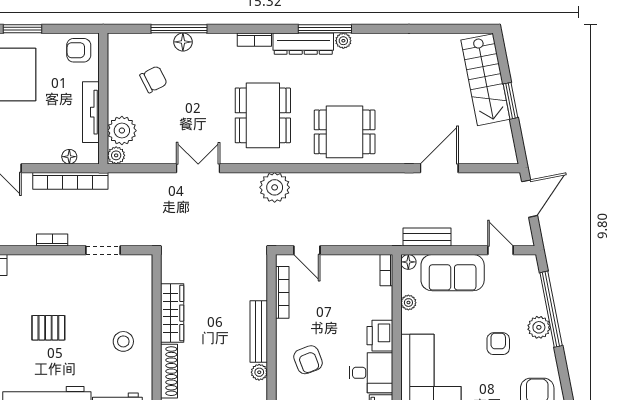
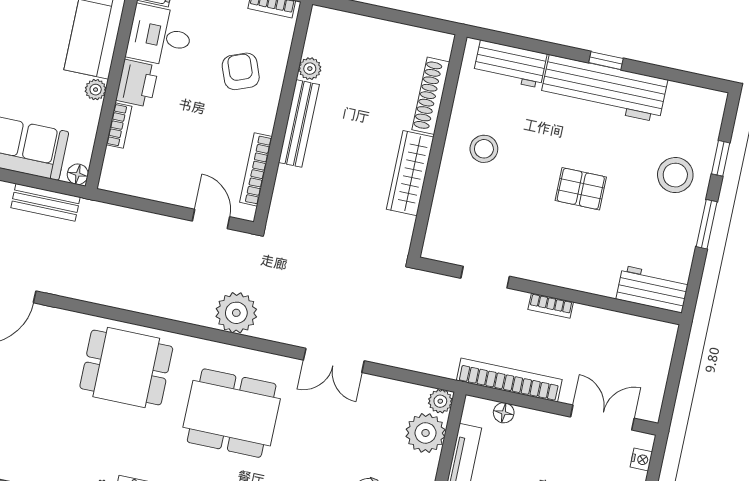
dining table: (263, 115) -> (232, 413), turned 90
bookcase: (386, 270) -> (119, 126), moved
plant: (408, 303) -> (96, 90), moved

